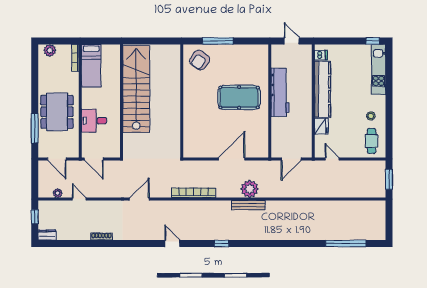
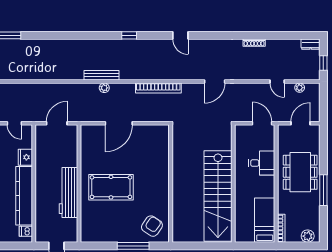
window: (35, 128) -> (323, 190), moved
door: (57, 159) -> (301, 123), hinge flipped
plant: (250, 189) -> (104, 88), width x0.53, depth x0.53

